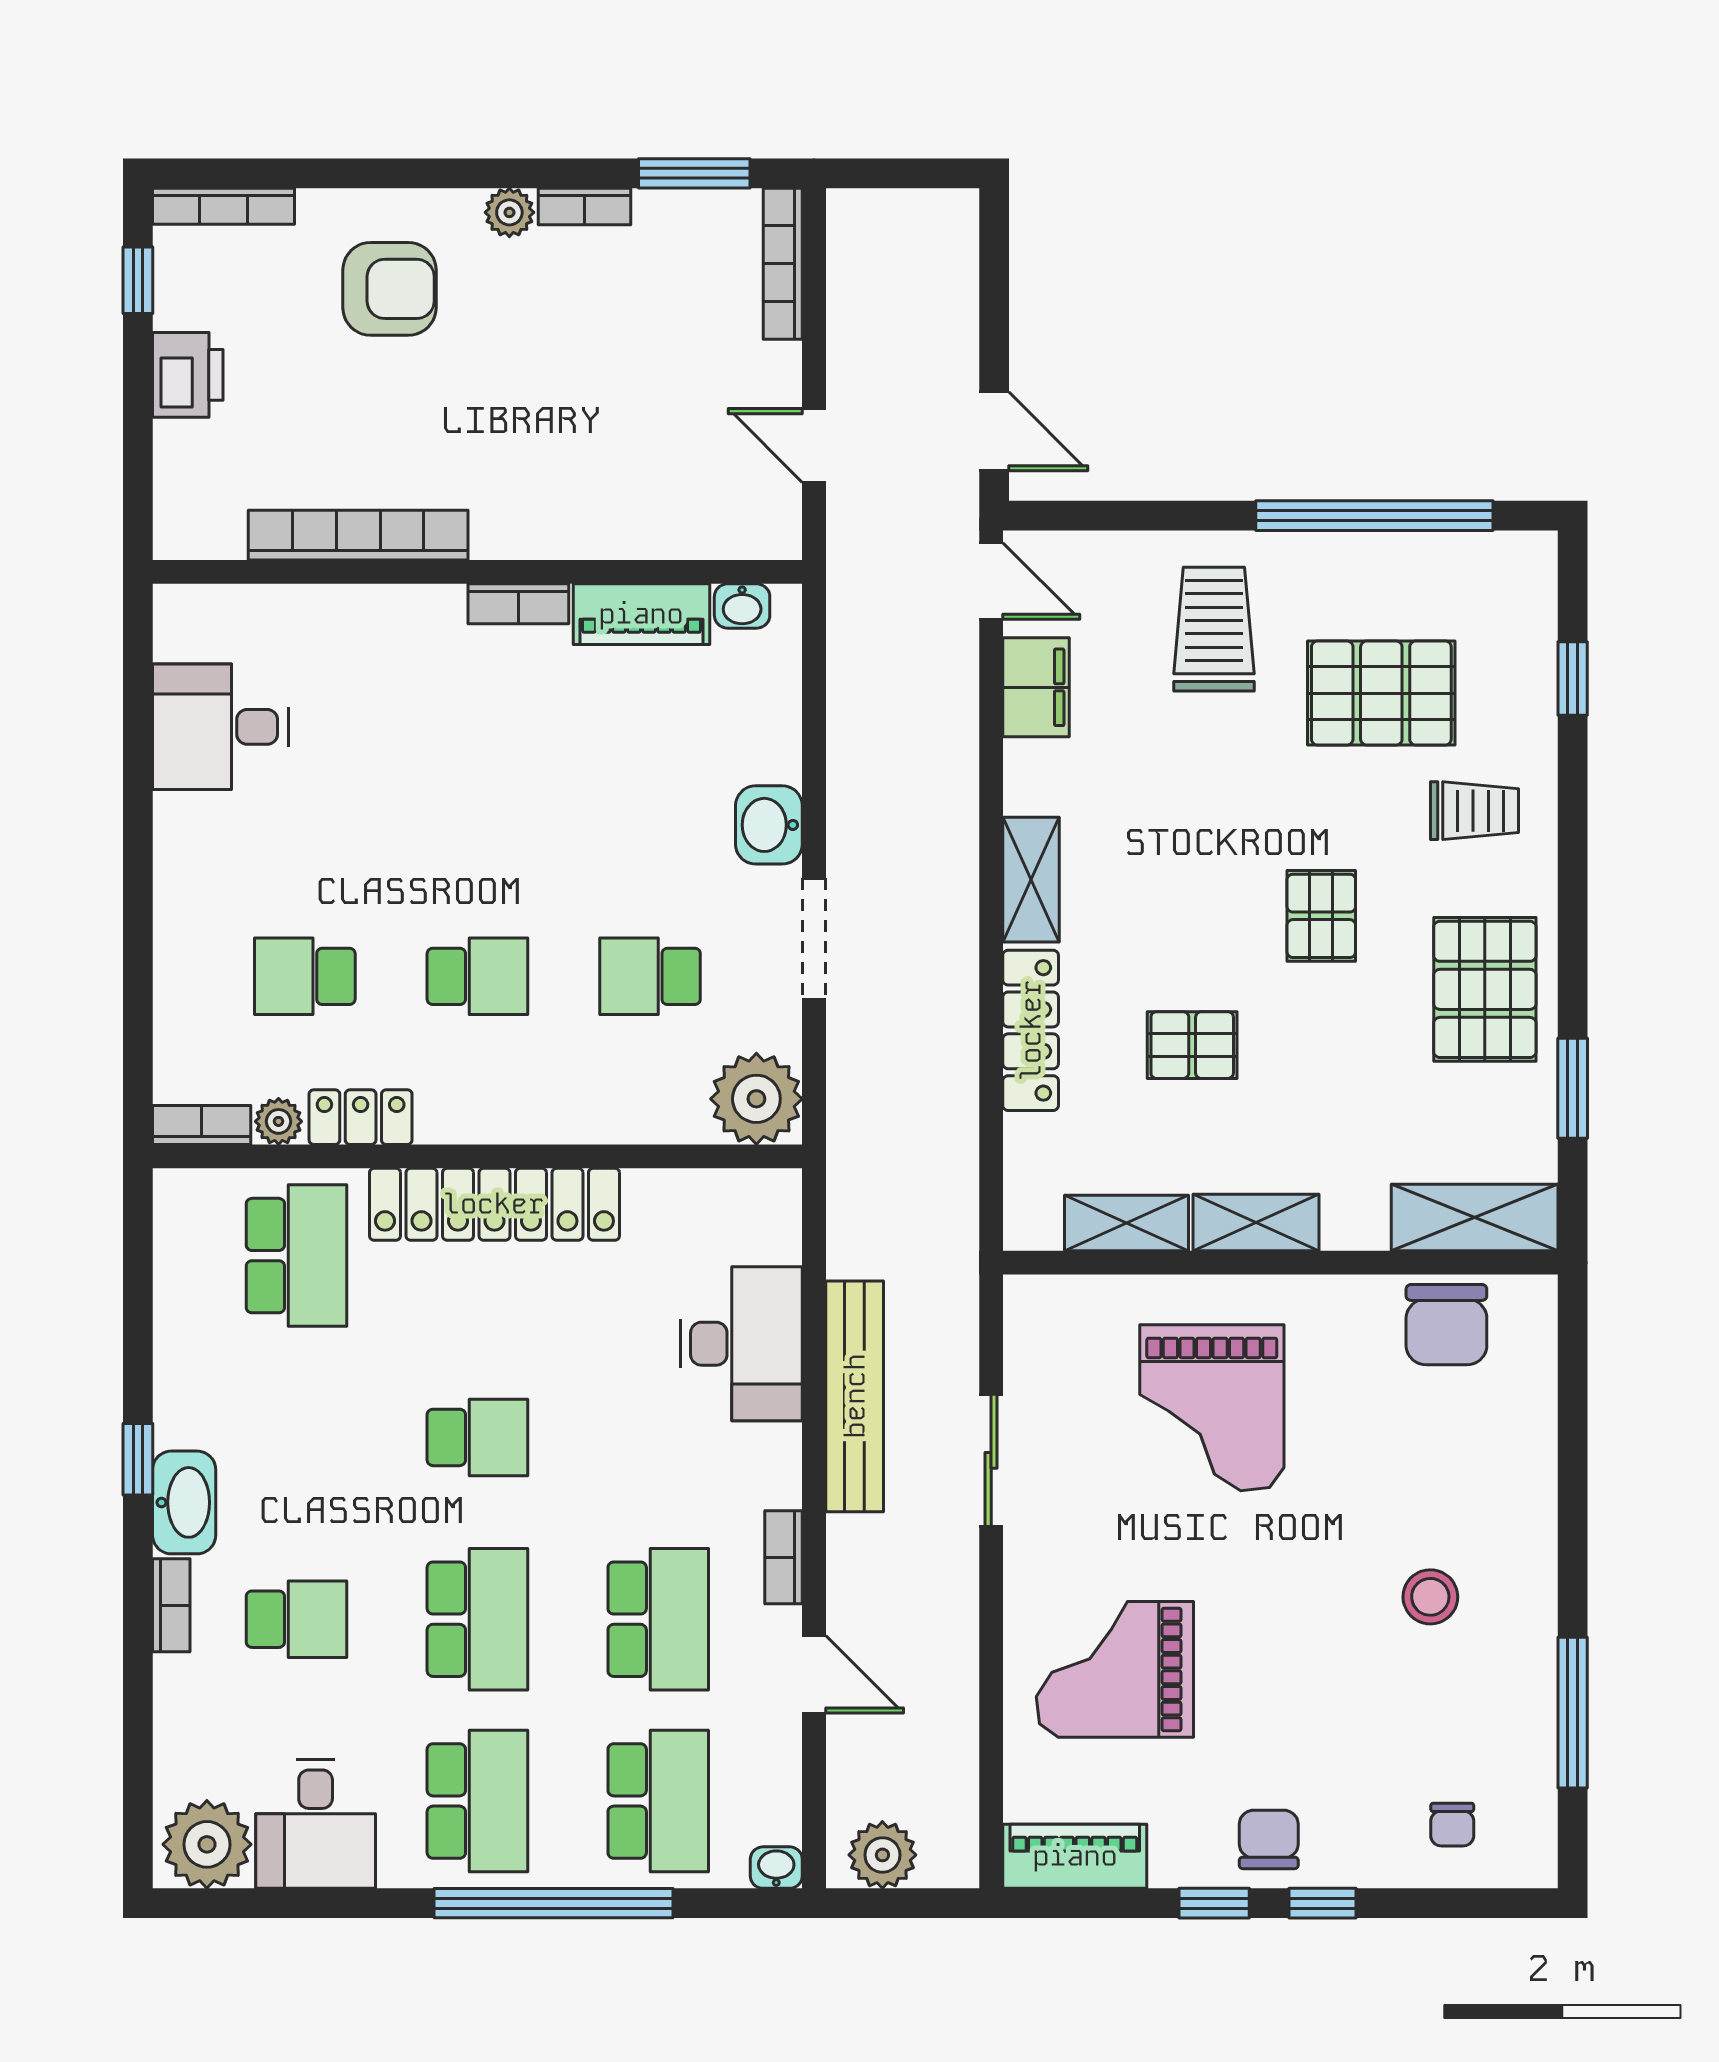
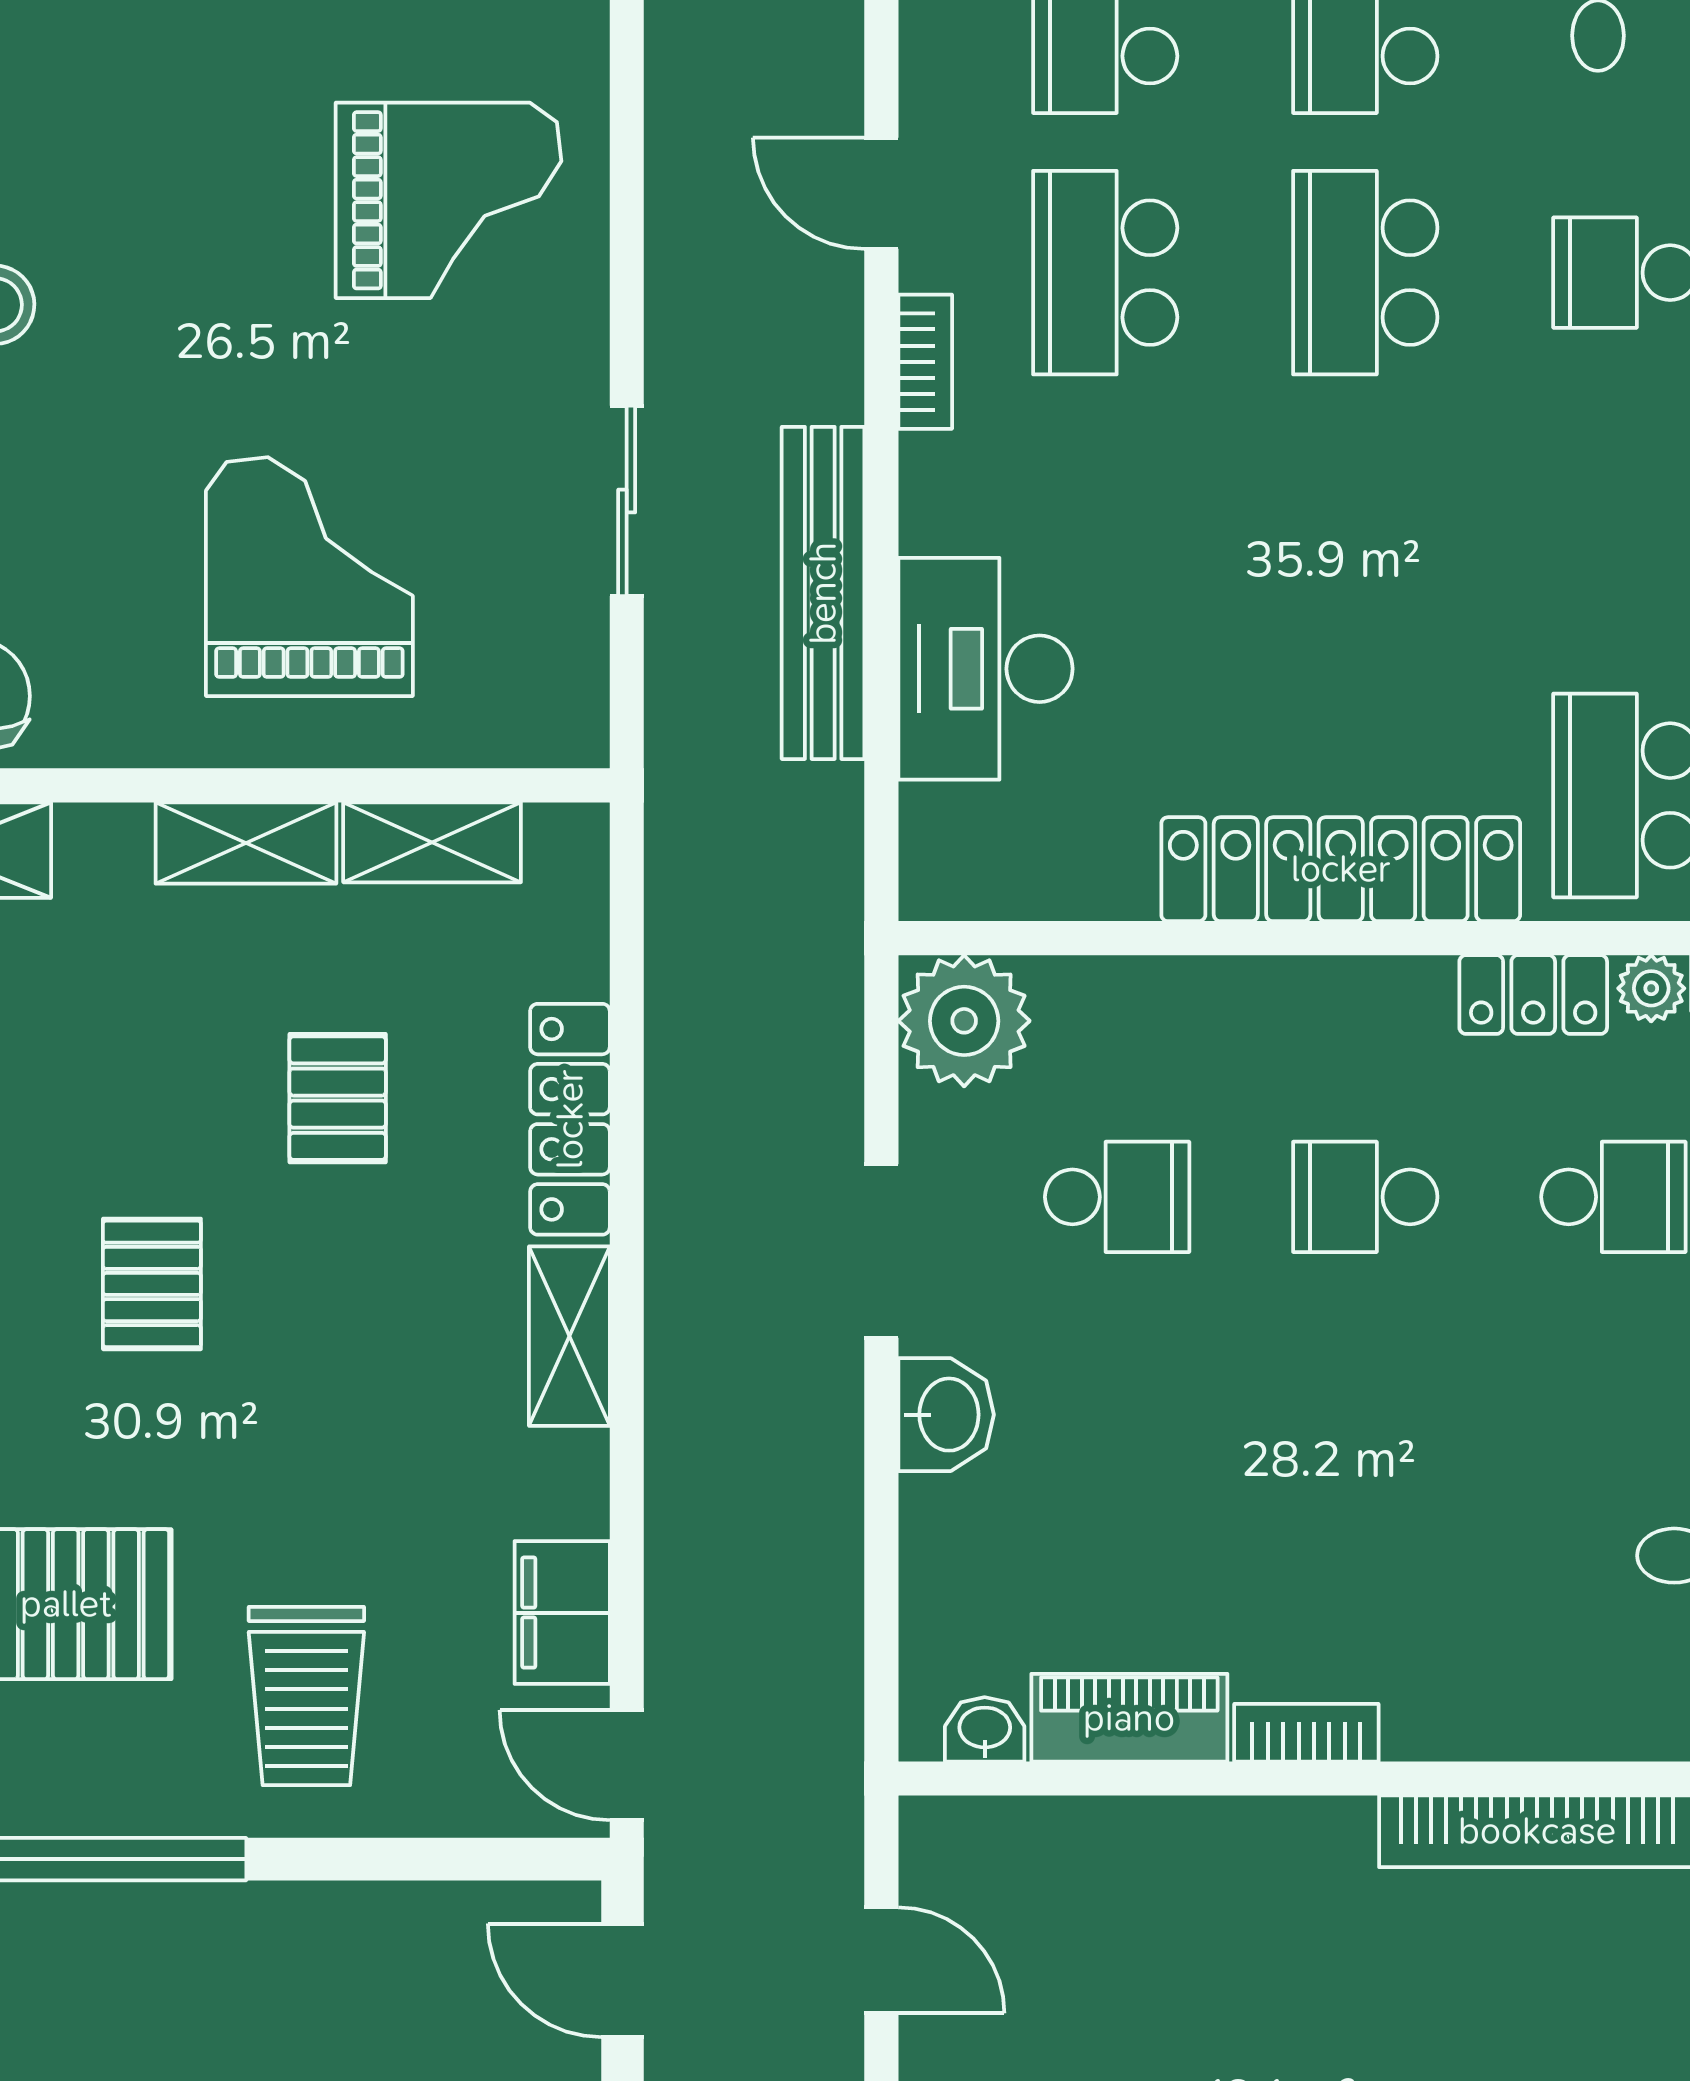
pallet: (1192, 1045) -> (338, 1098), turned 90
school desk: (477, 1437) -> (1365, 534), removed

